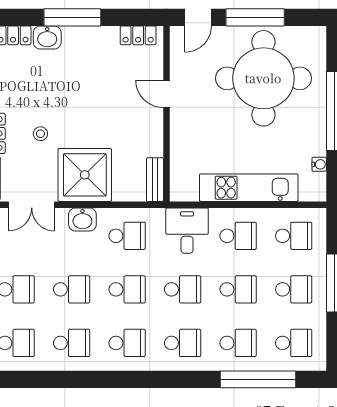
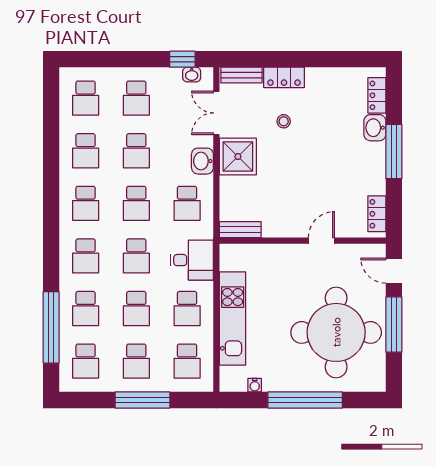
shower: (85, 175) -> (238, 157), width x0.73, depth x0.73

